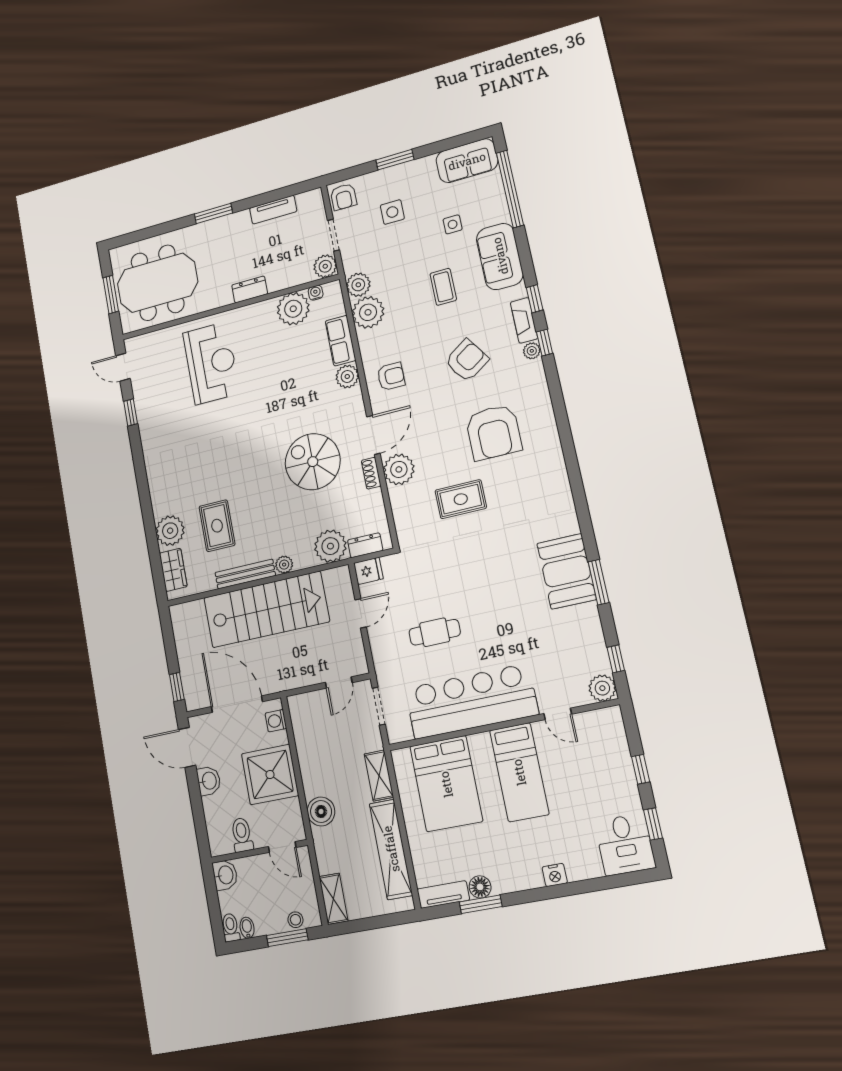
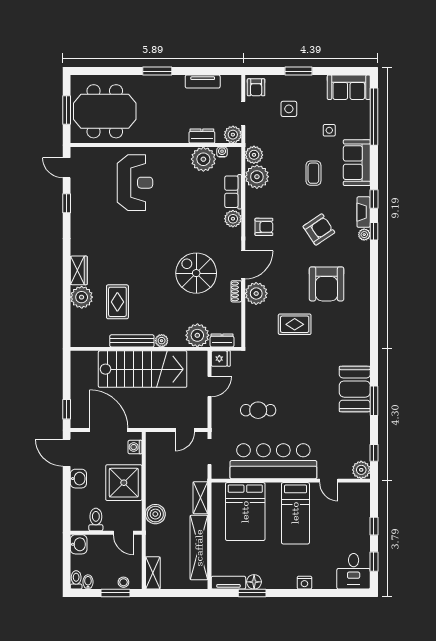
dresser: (250, 289) -> (202, 136), moved
wardrobe: (173, 570) -> (79, 270), moved

